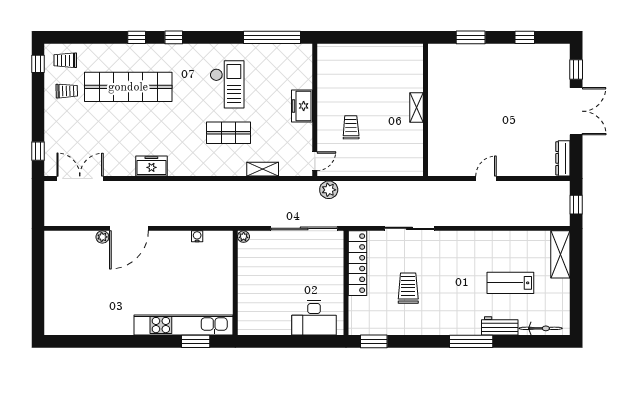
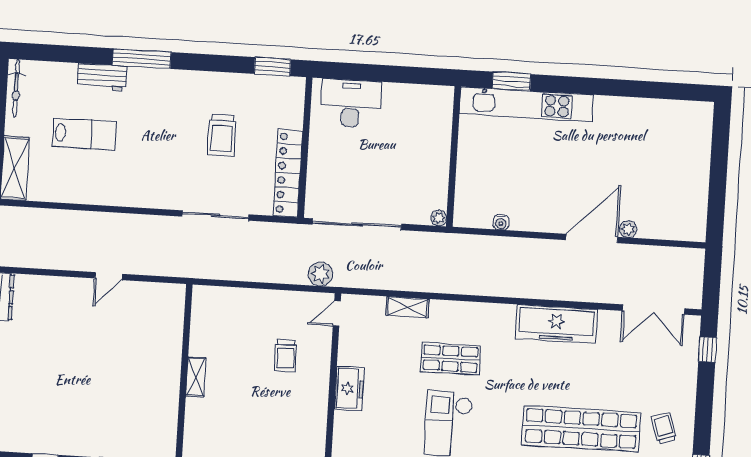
trolley: (67, 91) -> (664, 428), turned 73
freezer: (151, 166) -> (556, 324), width x1.91, depth x1.26
bicycle: (541, 328) -> (16, 88), moved, turned -90

